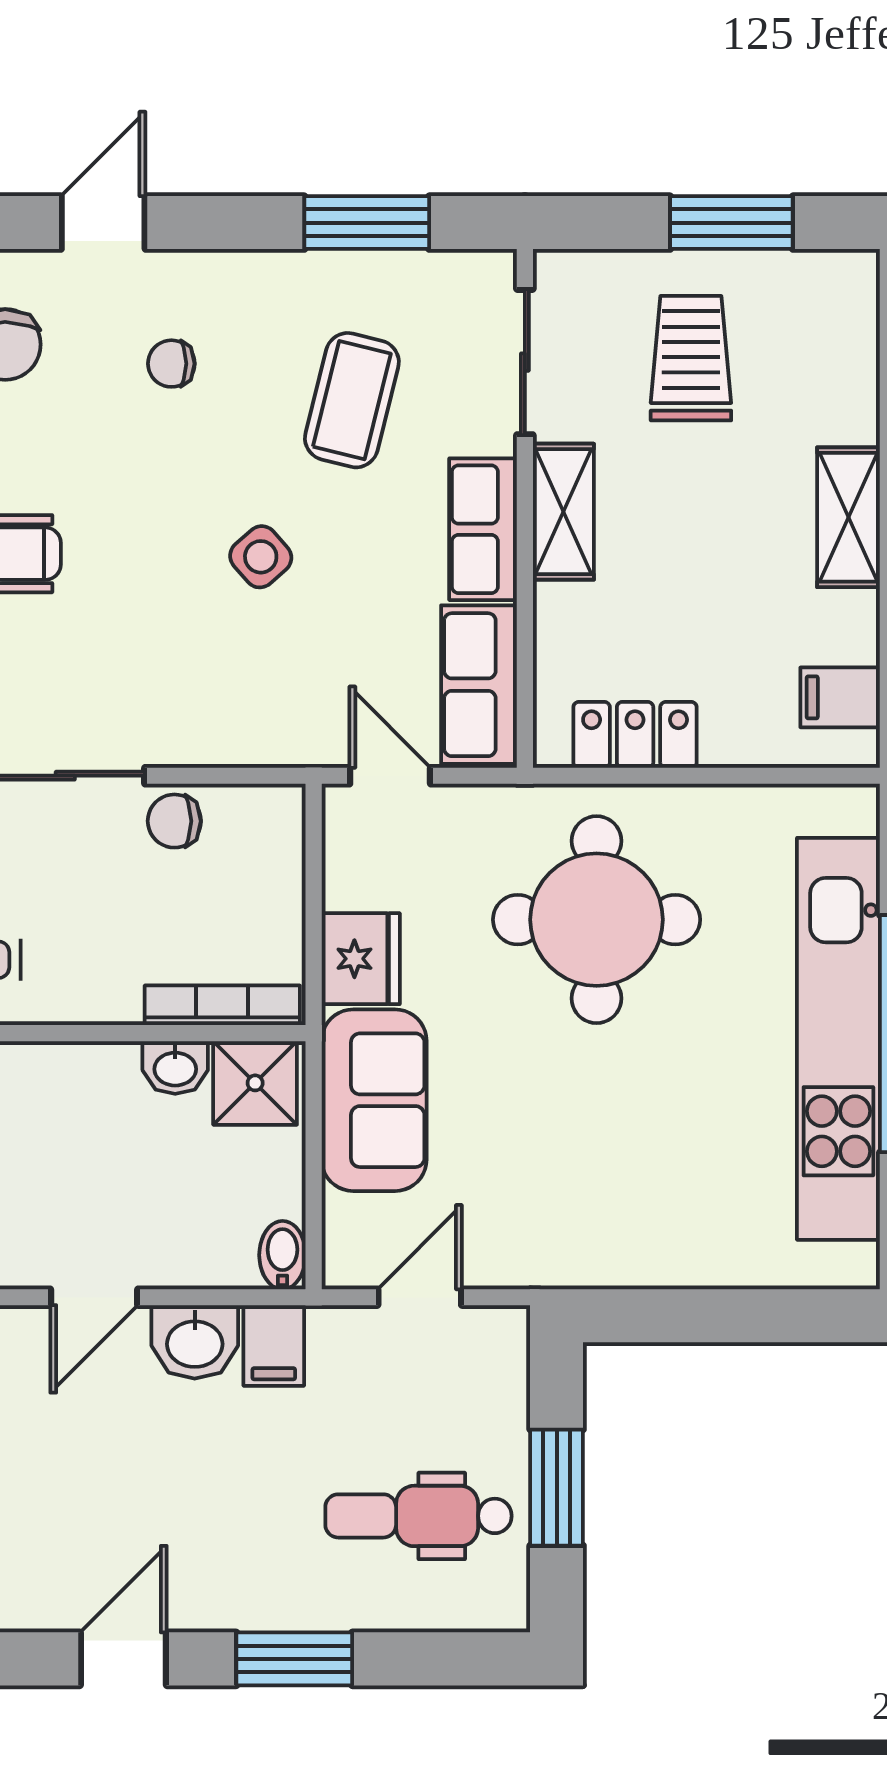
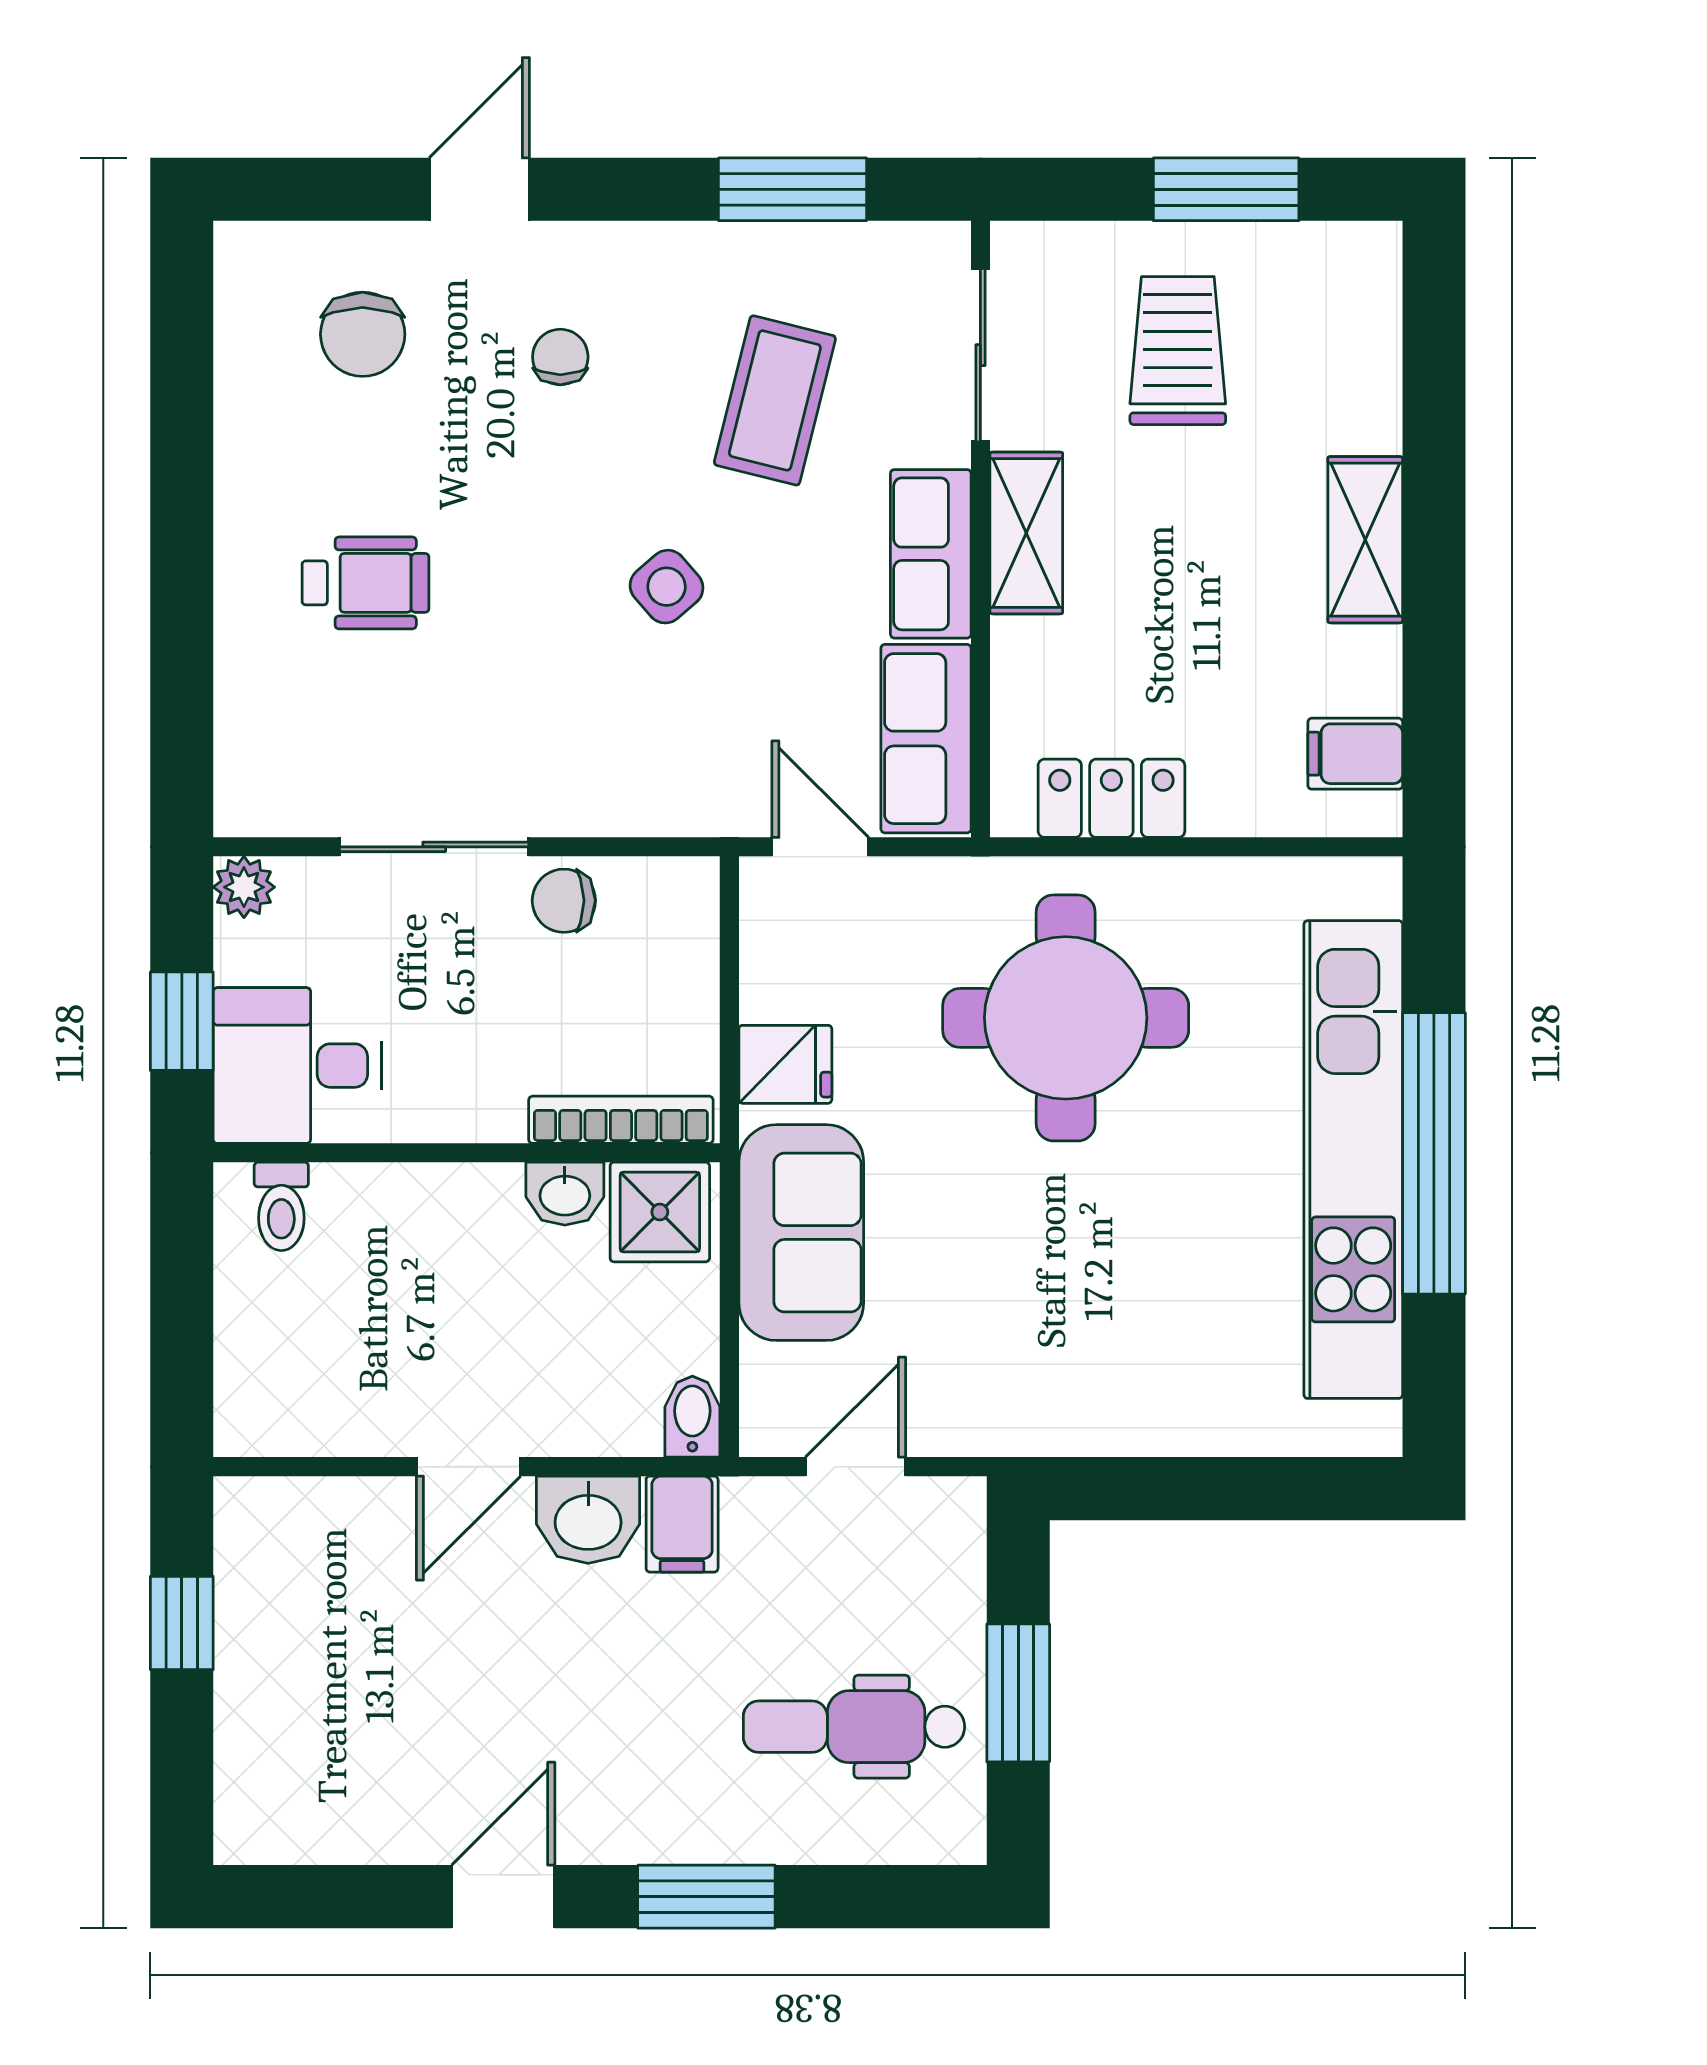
chair: (171, 364) -> (560, 357), turned 90
fridge: (361, 959) -> (785, 1064), width x0.72

